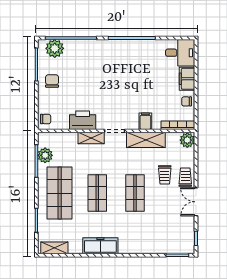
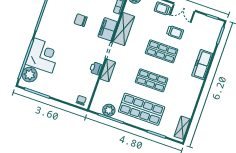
corner desk: (82, 57) -> (43, 56), added
chair: (52, 81) -> (81, 20), moved
printer: (83, 120) -> (96, 68), width x0.53, depth x0.68
filing cabinet: (145, 121) -> (108, 29), width x2.00
trolley: (165, 175) -> (175, 32), moved
freezer: (100, 246) -> (202, 65), moved

